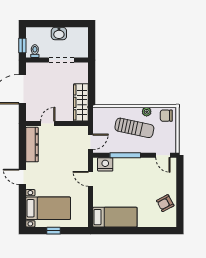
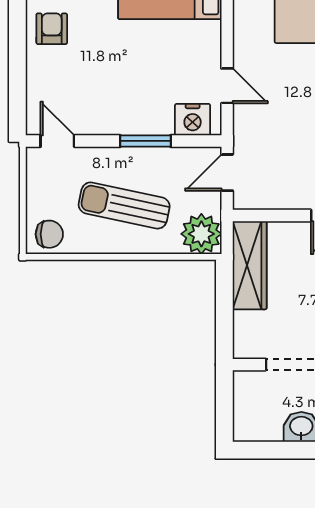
plant: (147, 112) -> (201, 234), moved, width x1.87, depth x1.87
window: (125, 155) -> (145, 141), width x0.69
armchair: (165, 203) -> (52, 29), turned -62

